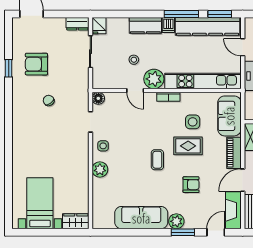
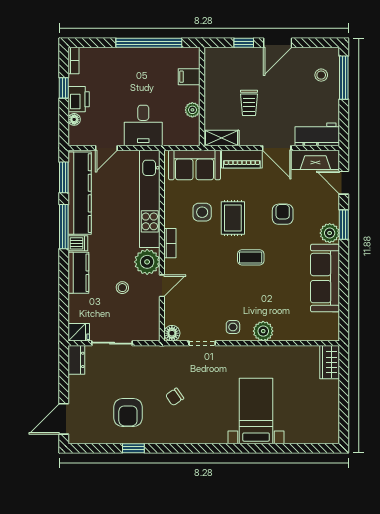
bed with nightstands: (40, 203) -> (256, 411), moved, turned 90

